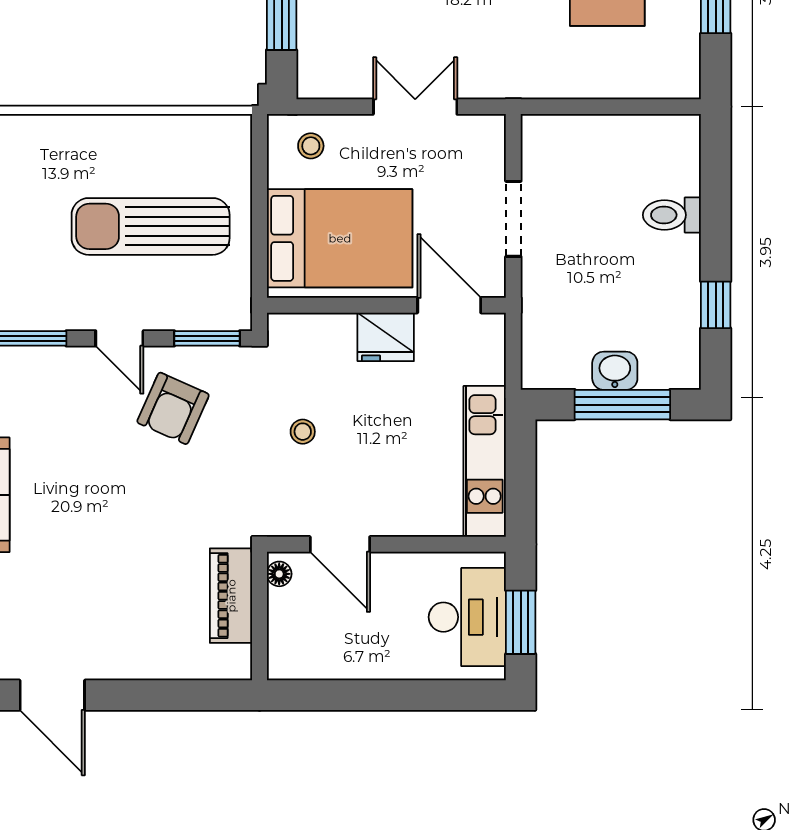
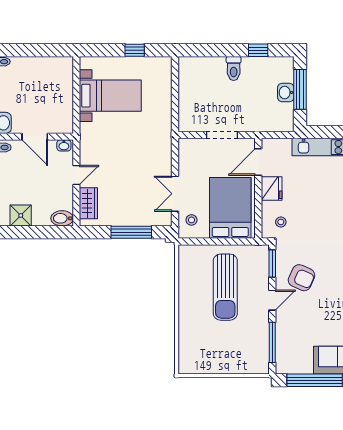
double door: (415, 107) -> (175, 194), moved
toilet: (672, 215) -> (234, 69), moved
stool: (303, 432) -> (281, 222), moved

